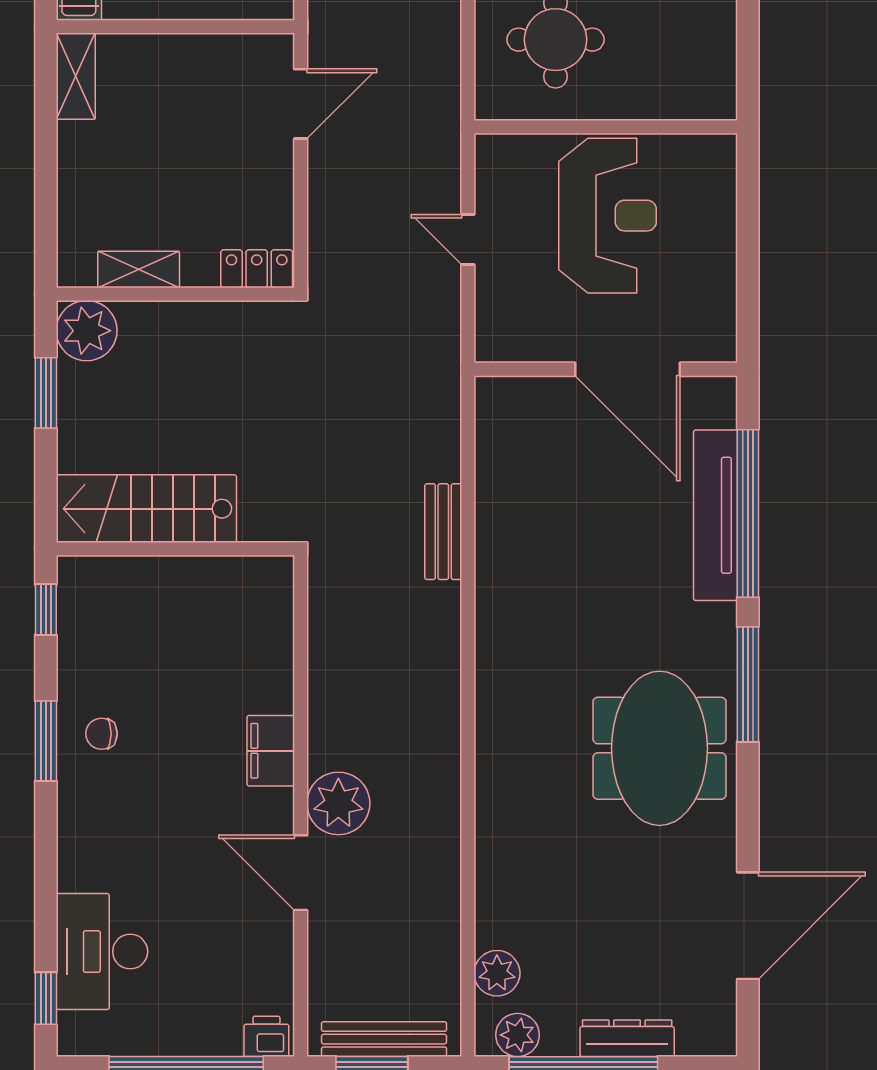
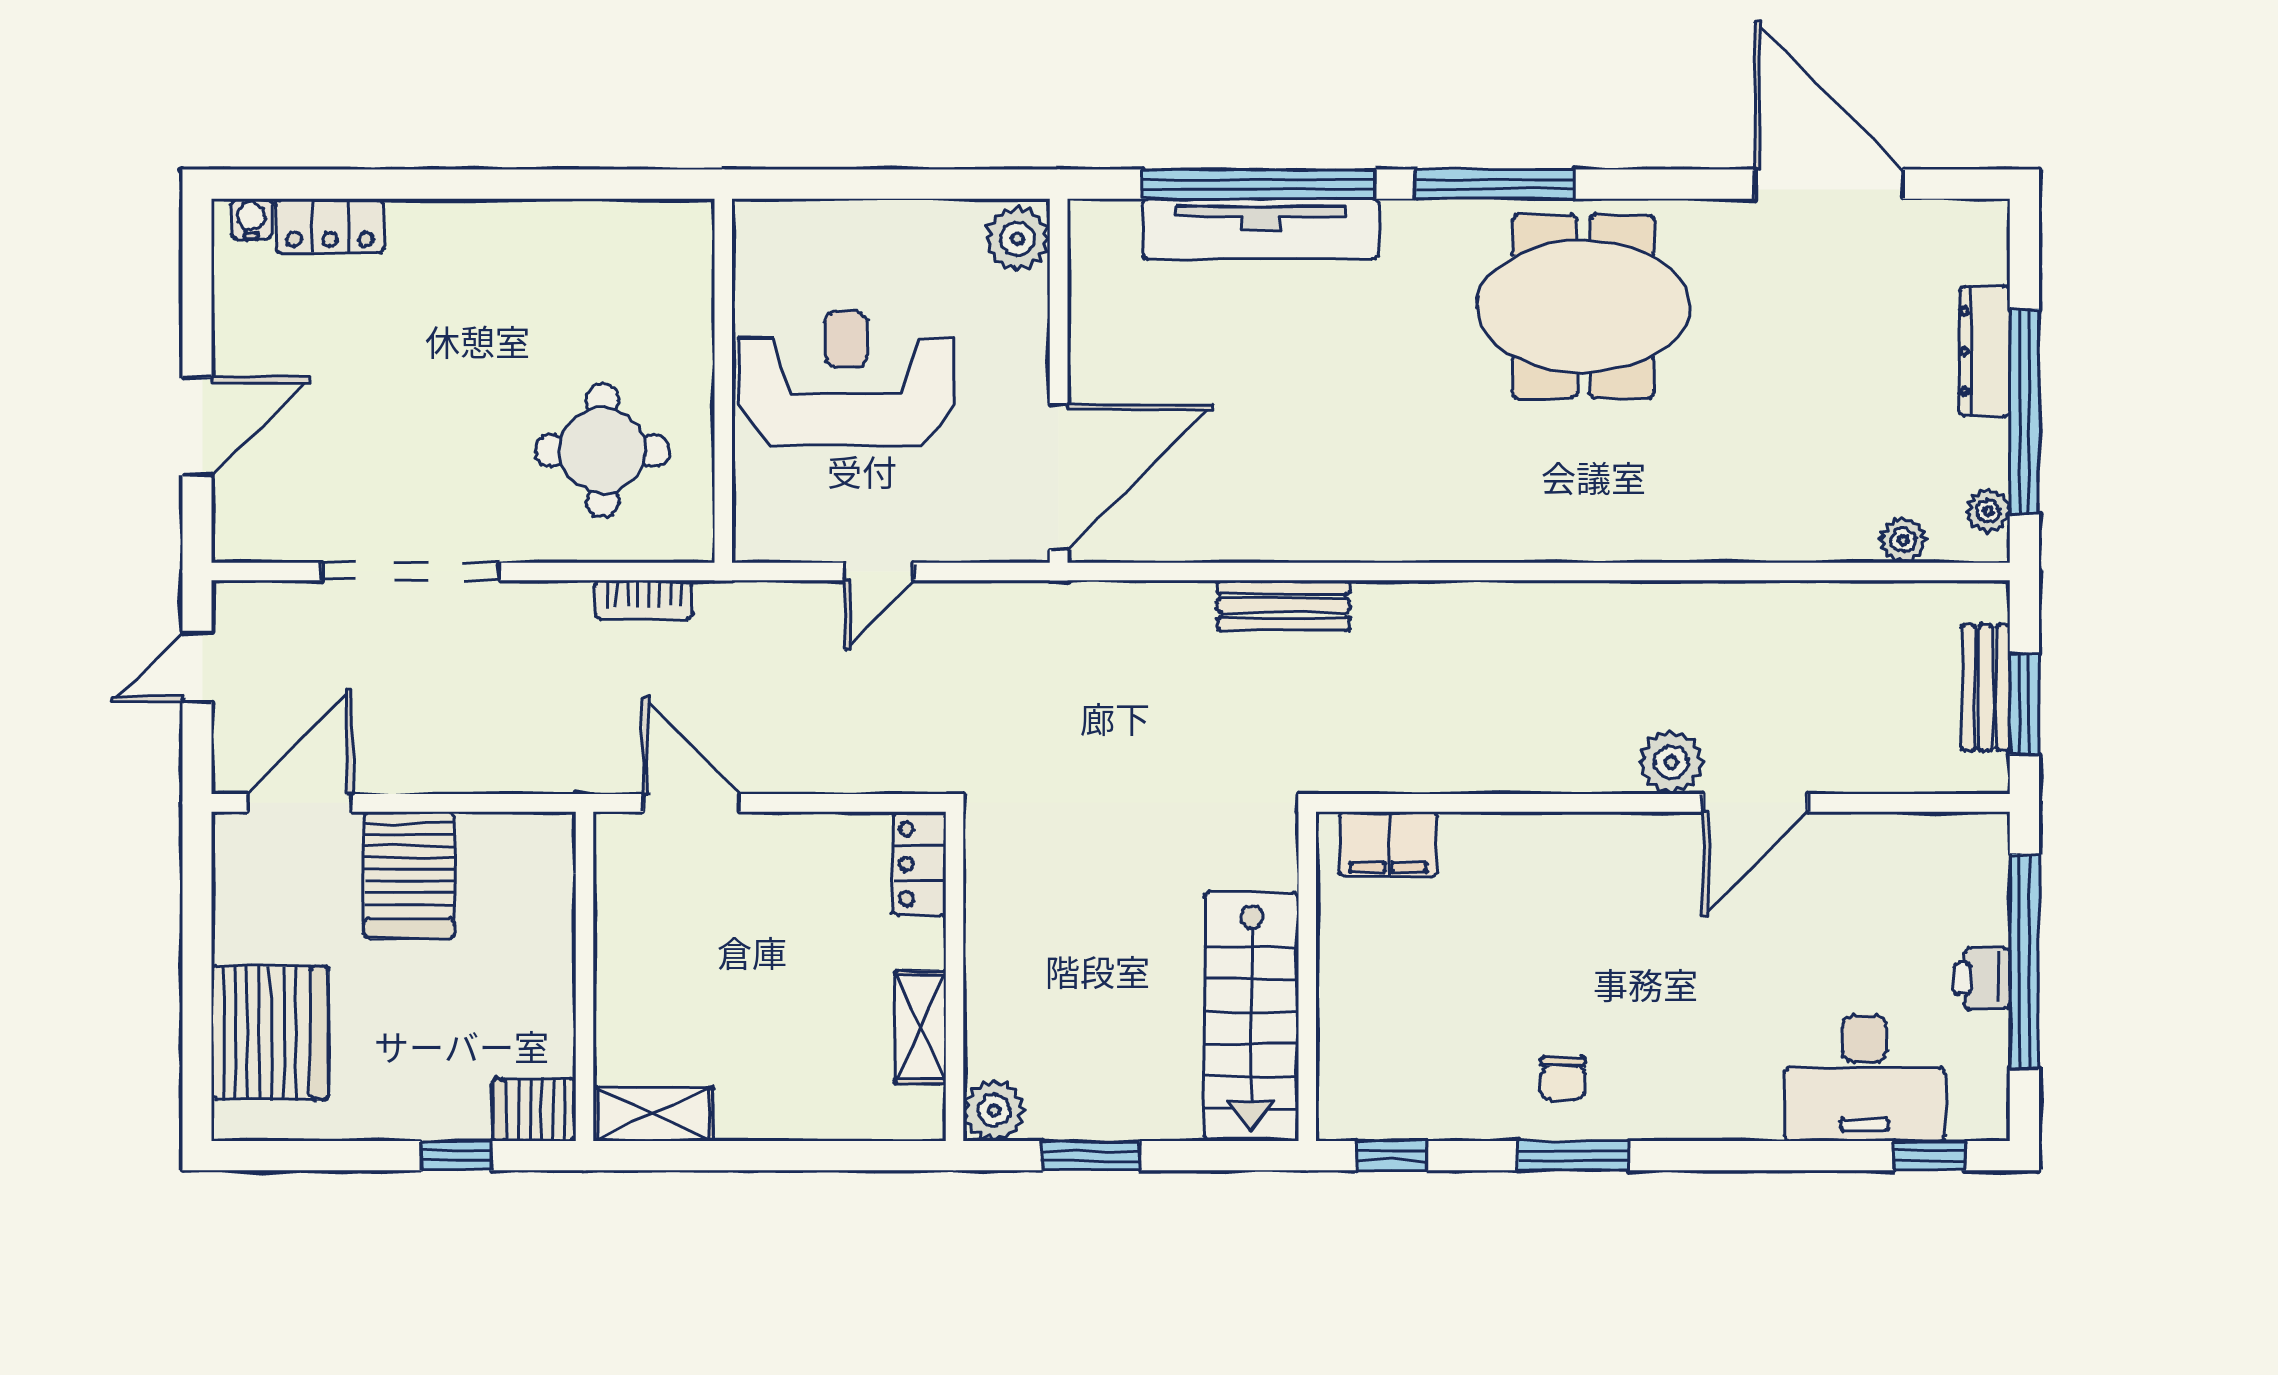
bookcase: (448, 69) -> (644, 600), added
plant: (87, 331) -> (994, 1110), width x0.73, depth x0.73
plant: (708, 340) -> (1018, 239), added
door: (628, 369) -> (1059, 477), moved
filing cabinet: (271, 751) -> (1388, 844), moved
plant: (338, 803) -> (1671, 762), width x0.73, depth x0.73
plant: (497, 973) -> (1903, 540), width x0.73, depth x0.73
plant: (518, 1035) -> (1988, 511), width x0.73, depth x0.73
printer: (266, 1036) -> (1982, 979), moved
bench: (384, 1039) -> (1986, 688), width x0.73

